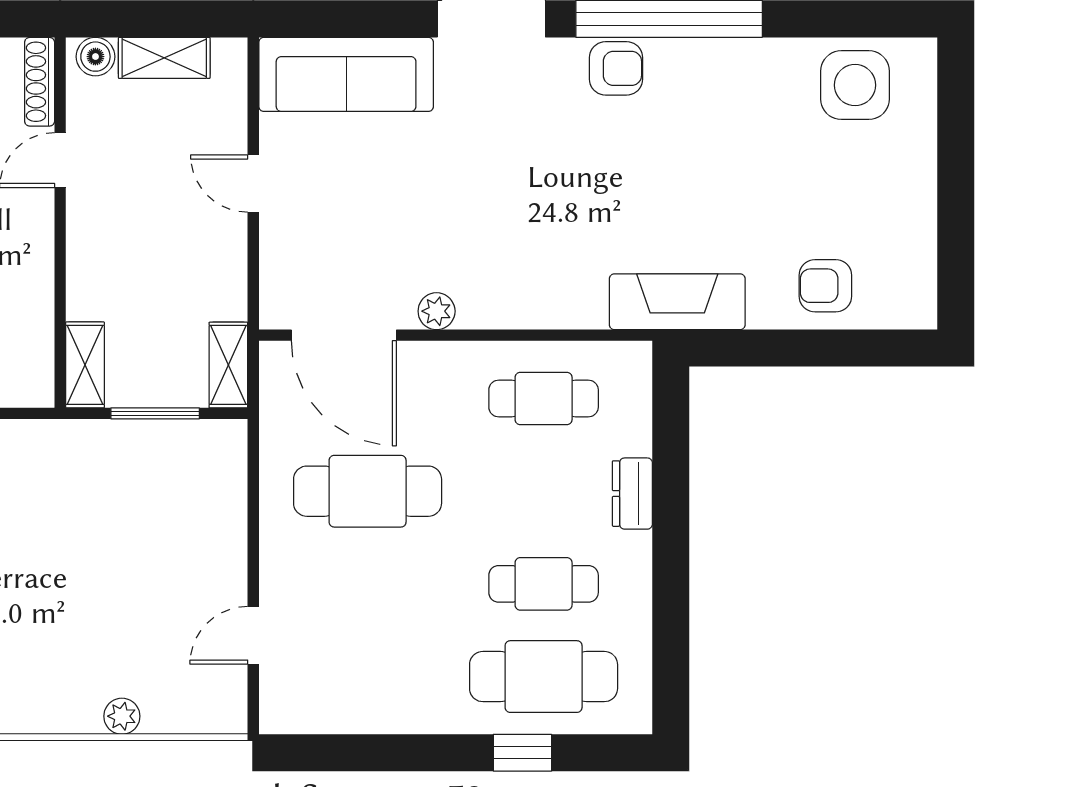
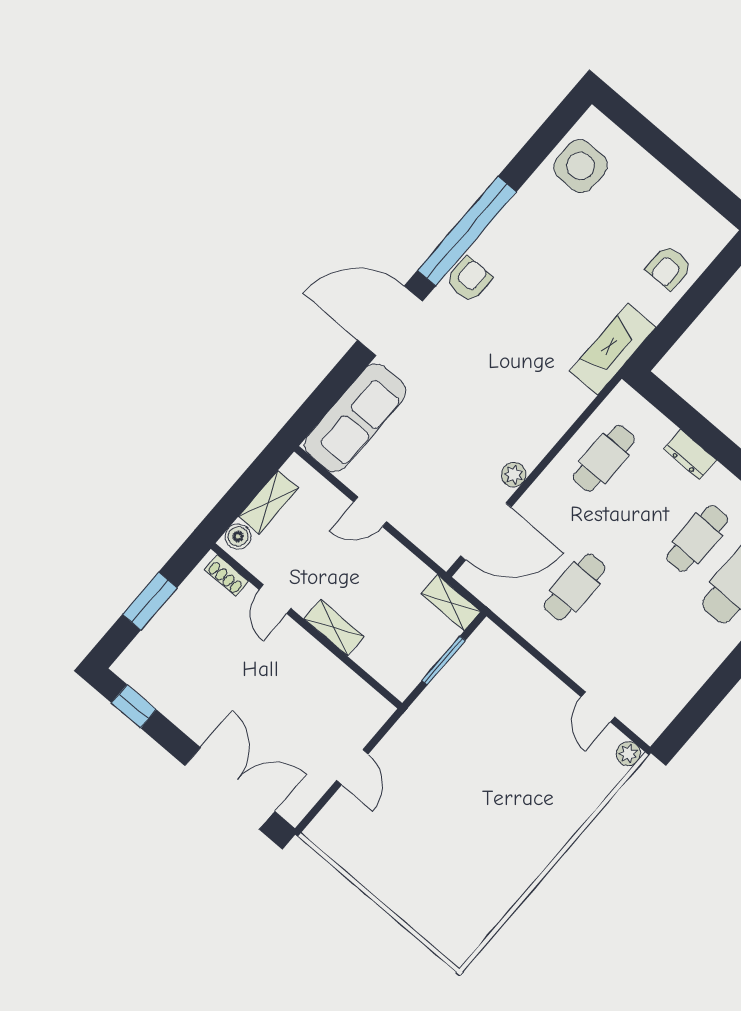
shoe rack: (40, 82) -> (227, 575), width x0.70
shelving: (85, 365) -> (334, 628), moved
cafe table: (368, 491) -> (575, 587), width x0.73, depth x0.74
plant: (122, 716) -> (628, 754), moved

